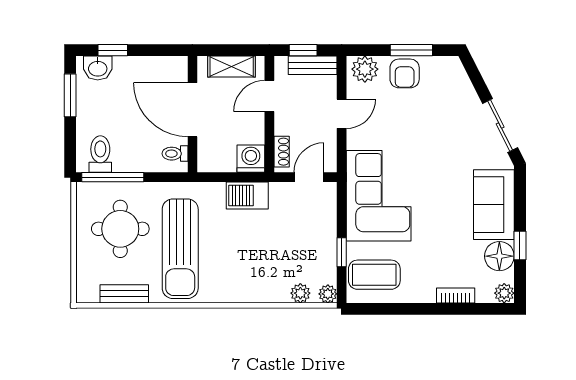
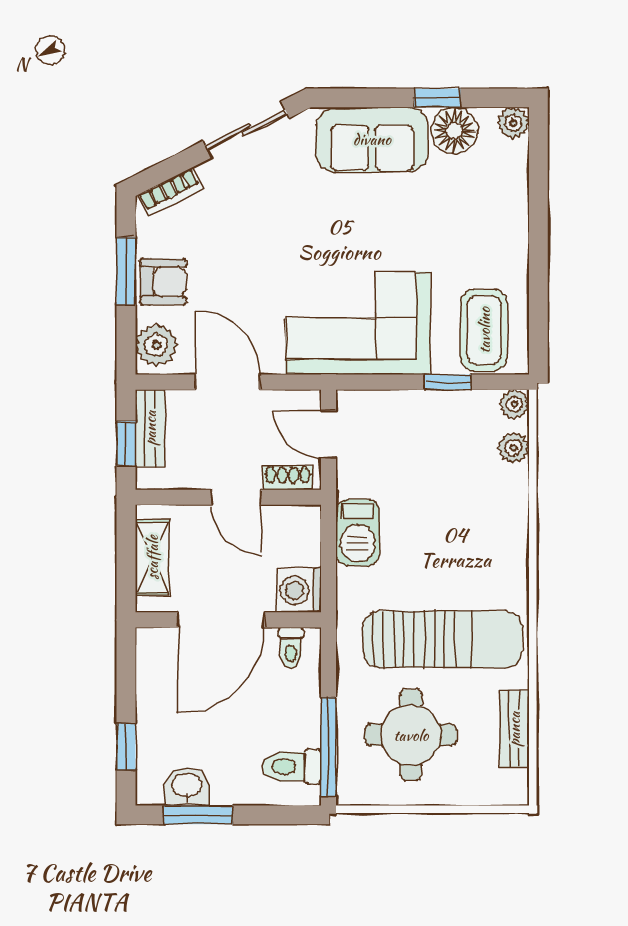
washbasin: (98, 68) -> (187, 786), moved, turned -90
door: (269, 96) -> (236, 497), moved
door: (342, 114) -> (227, 382), width x1.38
washing machine: (251, 159) -> (299, 590), moved
bookcase: (456, 295) -> (170, 192), moved, turned -117

